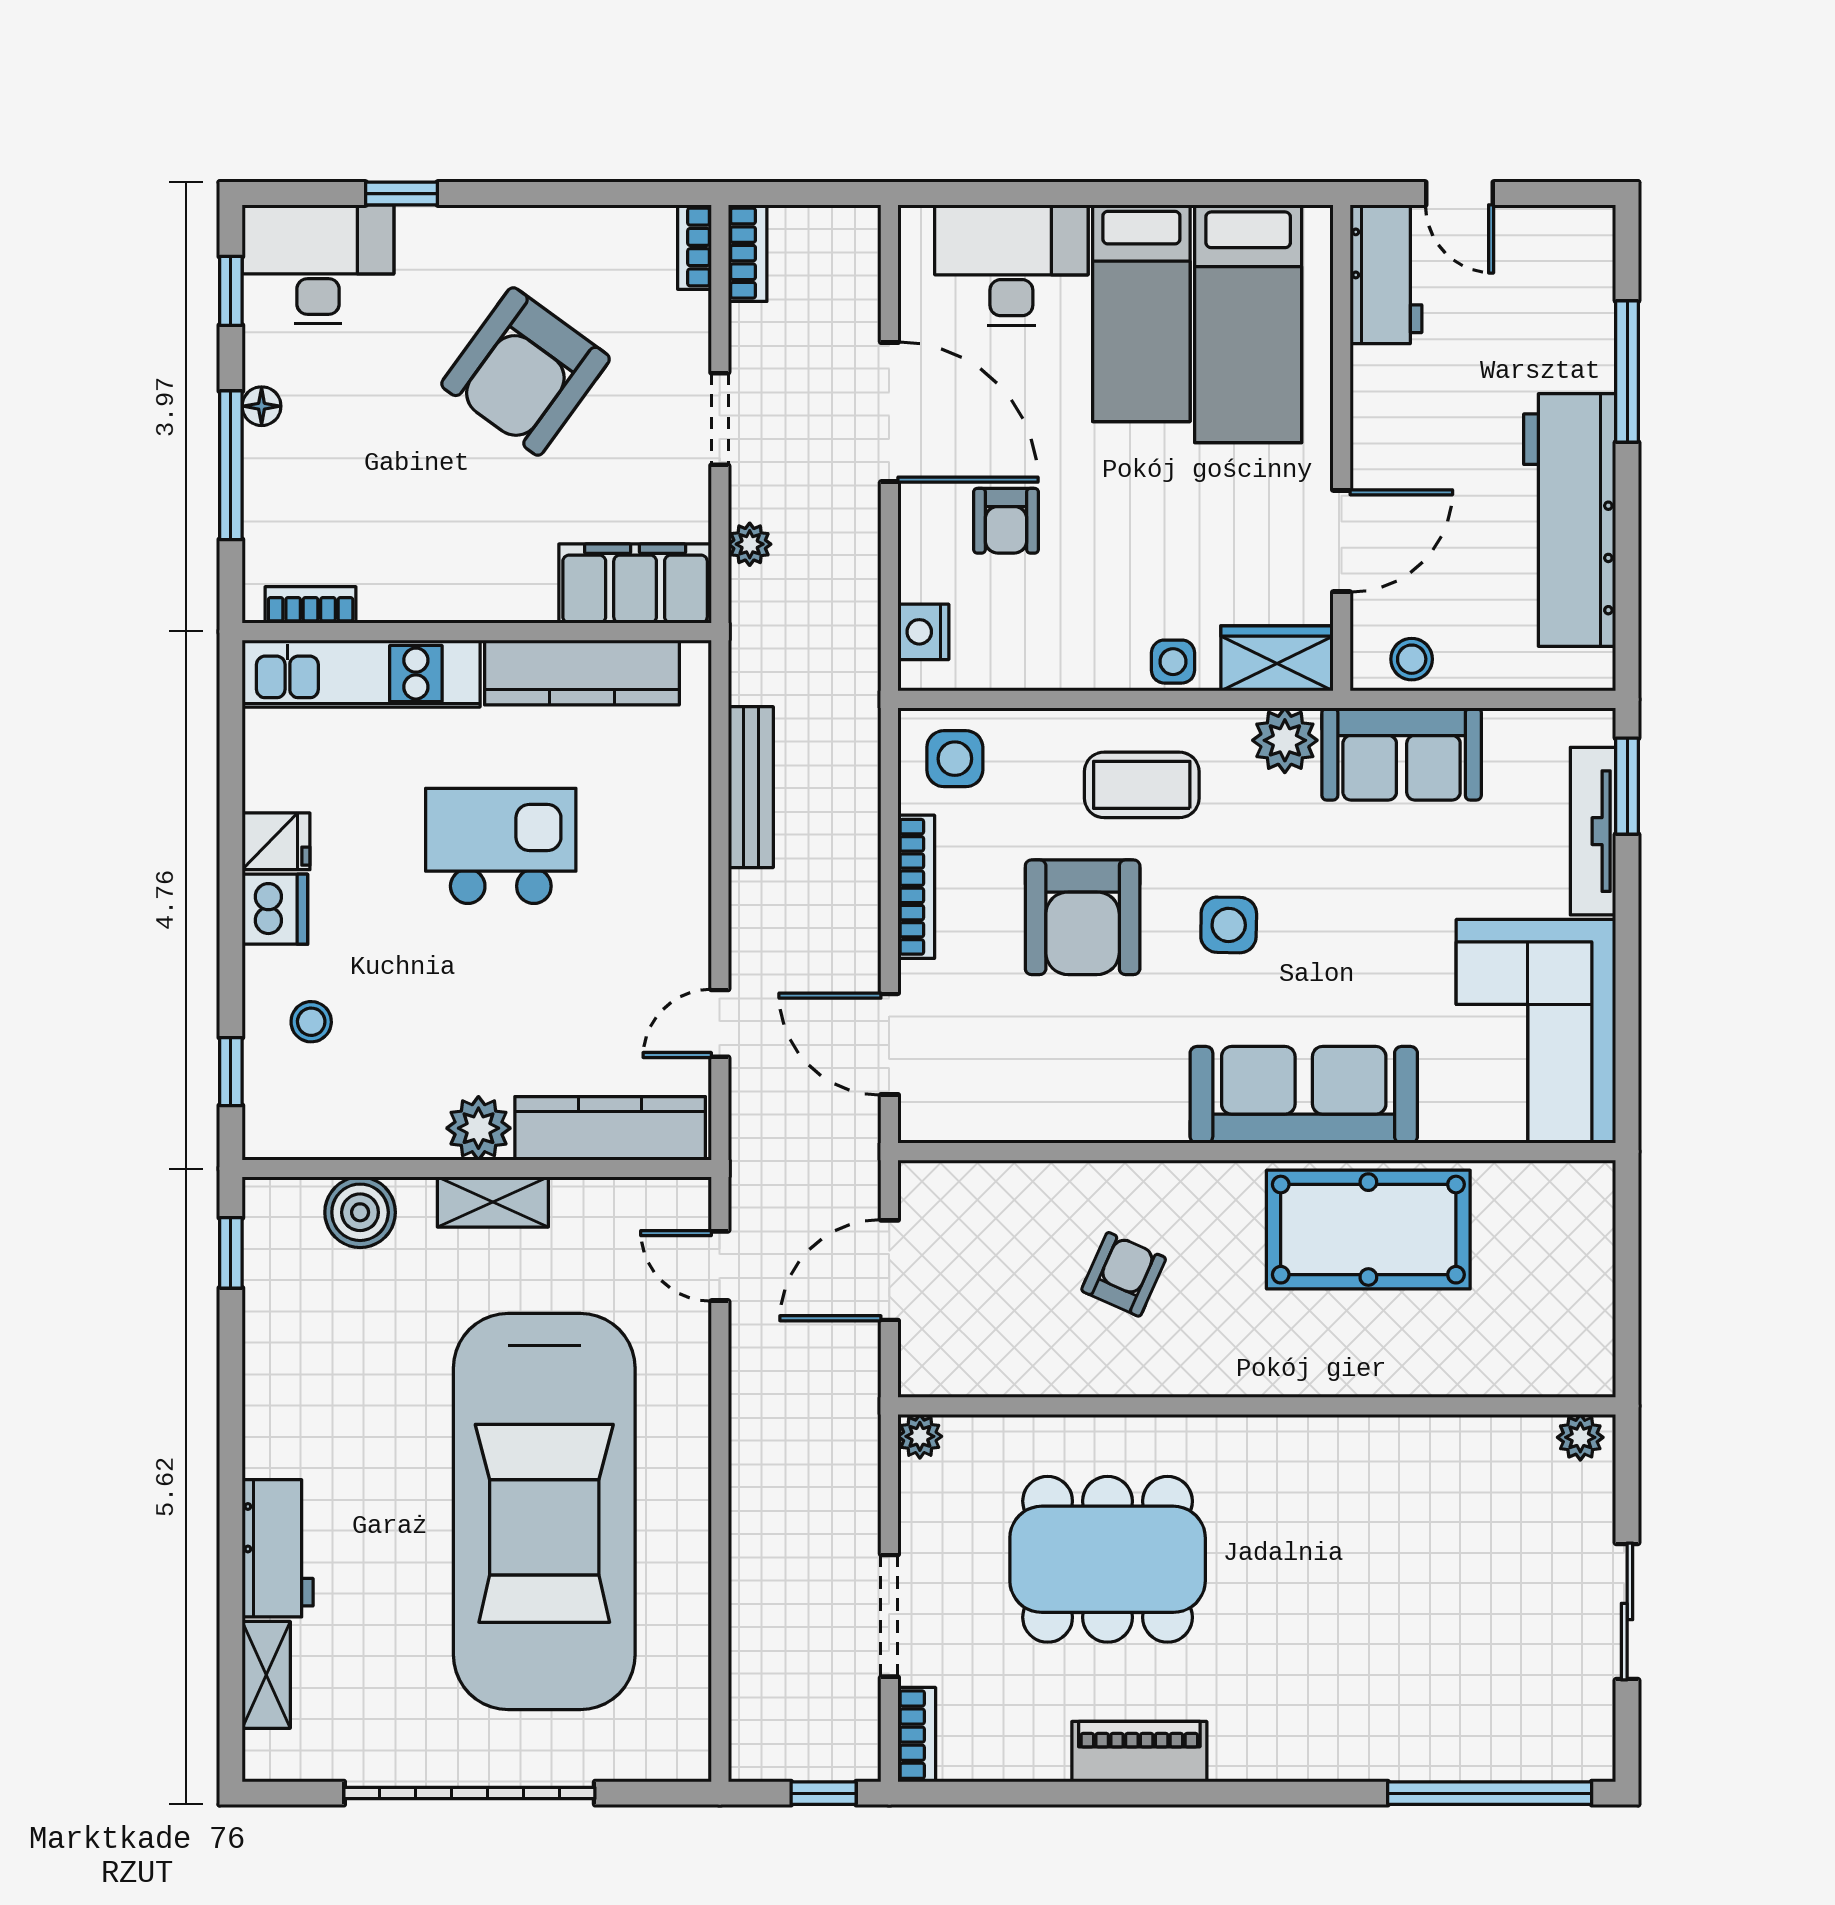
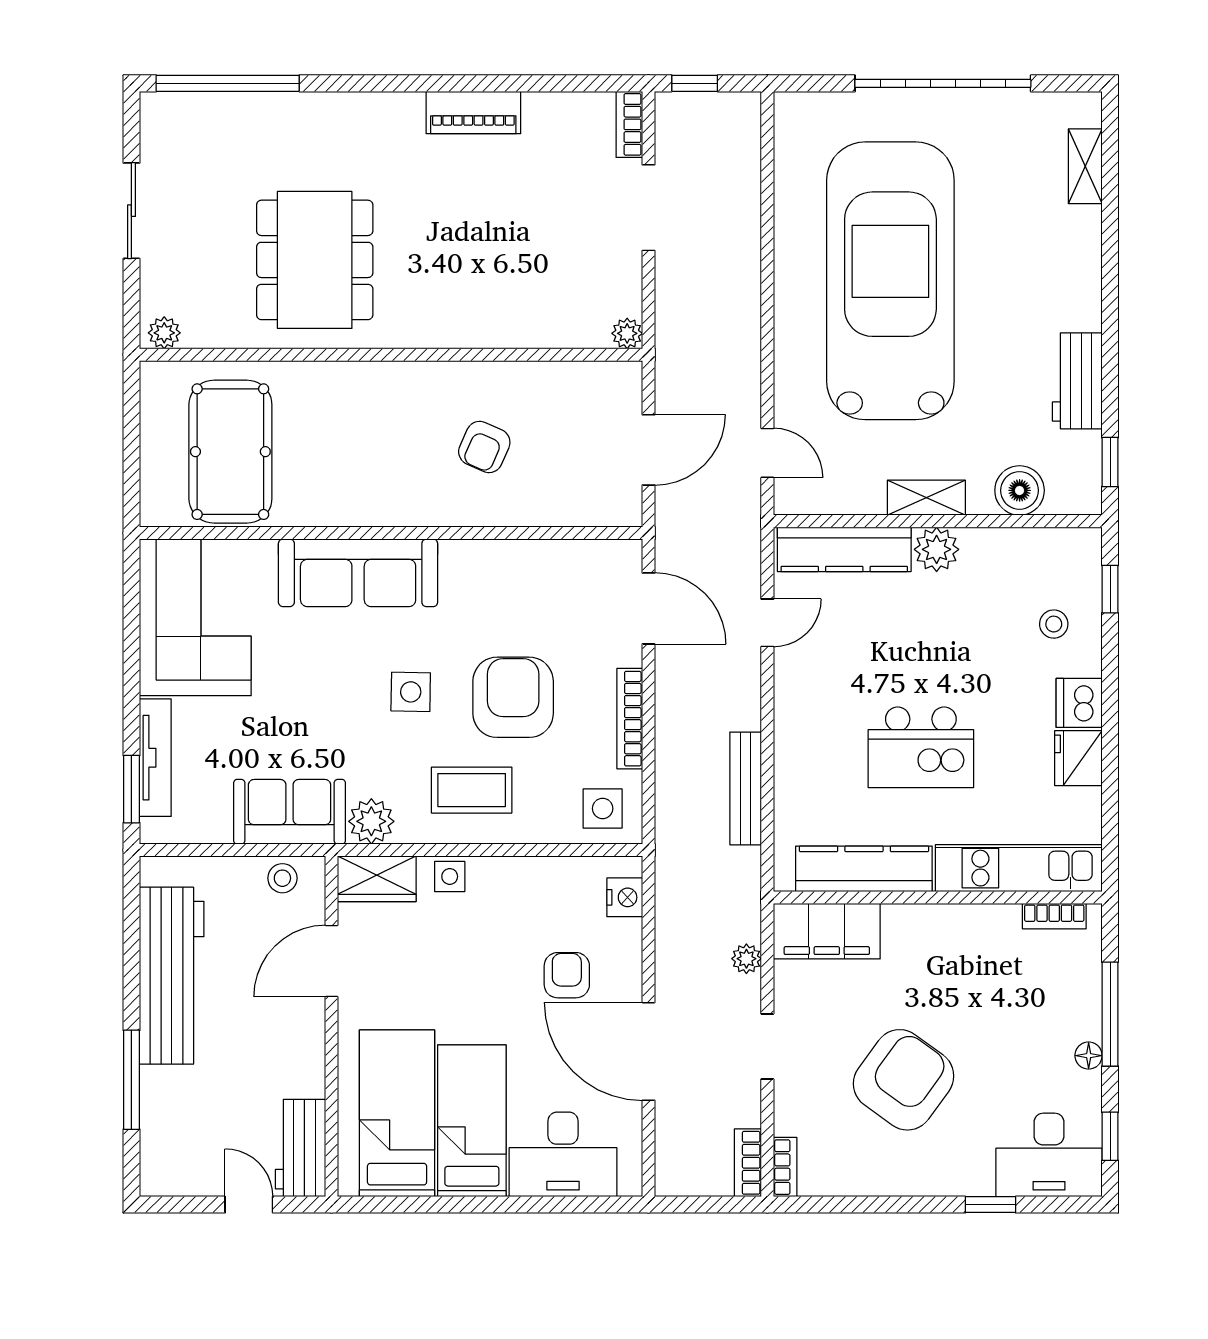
fridge: (276, 841) -> (1078, 758), width x1.38
pool table: (1368, 1230) -> (230, 452), moved, turned 90
workbench: (278, 1548) -> (1077, 381), moved
dining table: (1108, 1559) -> (315, 260), moved, turned 90

